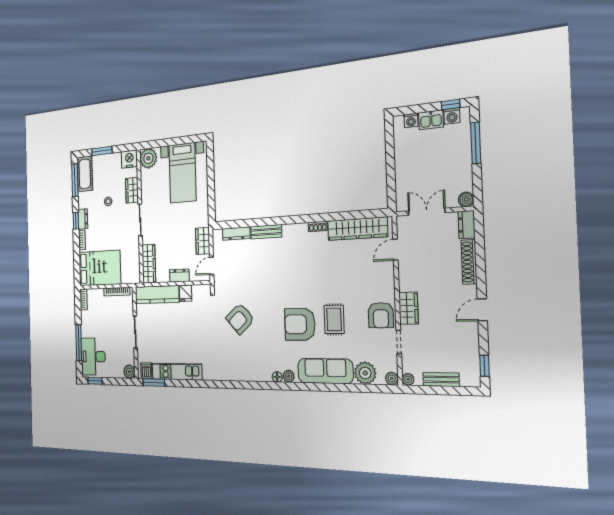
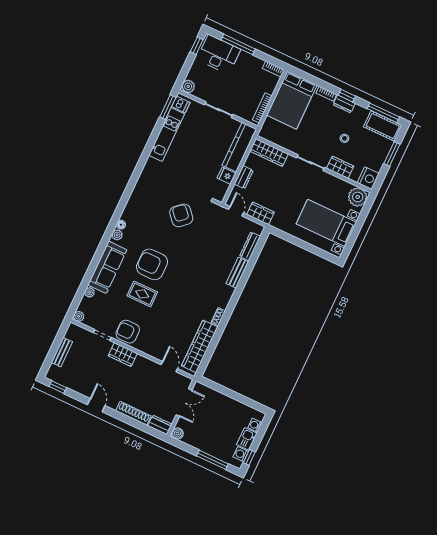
armchair: (300, 324) -> (152, 264), turned -90
plant: (365, 373) -> (90, 292), width x0.53, depth x0.53
plant: (408, 379) -> (73, 328), removed

